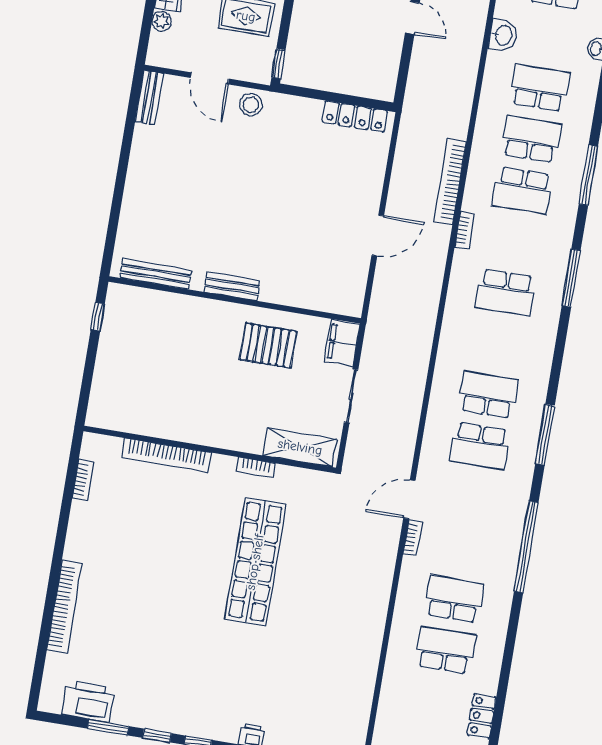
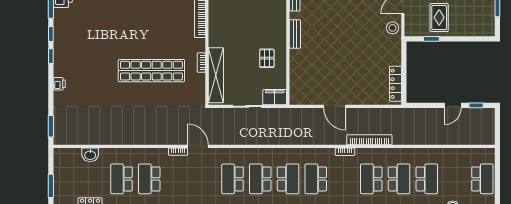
washbasin: (503, 35) -> (90, 155), moved
window: (278, 64) -> (431, 39), moved
school desk: (497, 344) -> (288, 179), added
pallet: (268, 345) -> (267, 58), width x0.67, depth x0.71
school desk: (488, 395) -> (260, 179), turned 180
shelving: (300, 447) -> (216, 75), width x1.47
school desk: (454, 599) -> (149, 179), turned 180
school desk: (446, 650) -> (122, 179), turned 180

